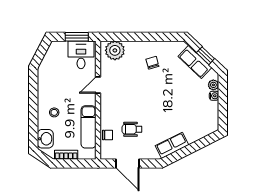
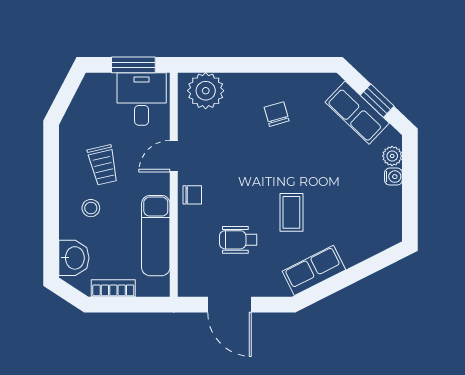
trolley: (61, 90) -> (103, 165), added
coffee table: (160, 115) -> (291, 212), added
chair: (107, 135) -> (192, 195), moved

